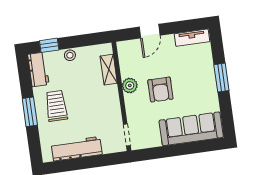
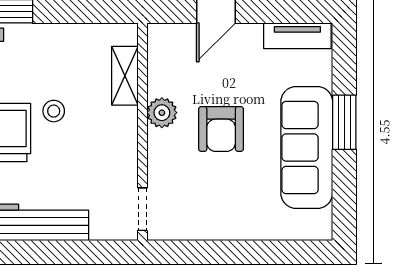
stool: (70, 55) -> (54, 111), moved
sofa: (191, 129) -> (307, 147), moved, turned -90

